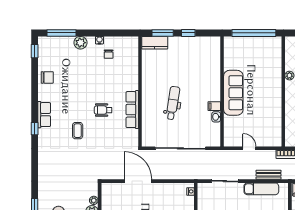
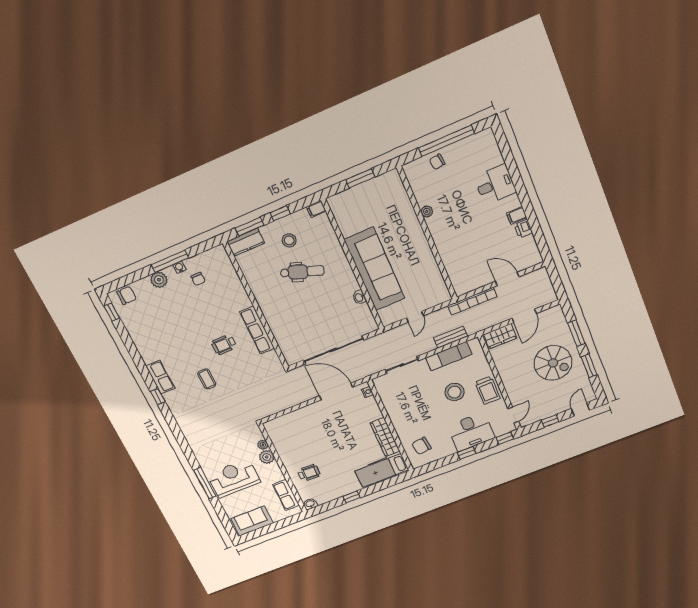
window: (62, 33) -> (170, 261), moved
window: (254, 33) -> (360, 178), width x0.47
stool: (186, 54) -> (289, 240), added
chair: (47, 77) -> (127, 295), moved
sofa: (233, 93) -> (375, 269), width x1.36, depth x1.27
dental chair: (173, 103) -> (302, 272), moved, turned 100
filing cabinet: (214, 106) -> (316, 209), moved
door: (249, 148) -> (415, 317), swing flipped
door: (138, 181) -> (336, 391), moved

